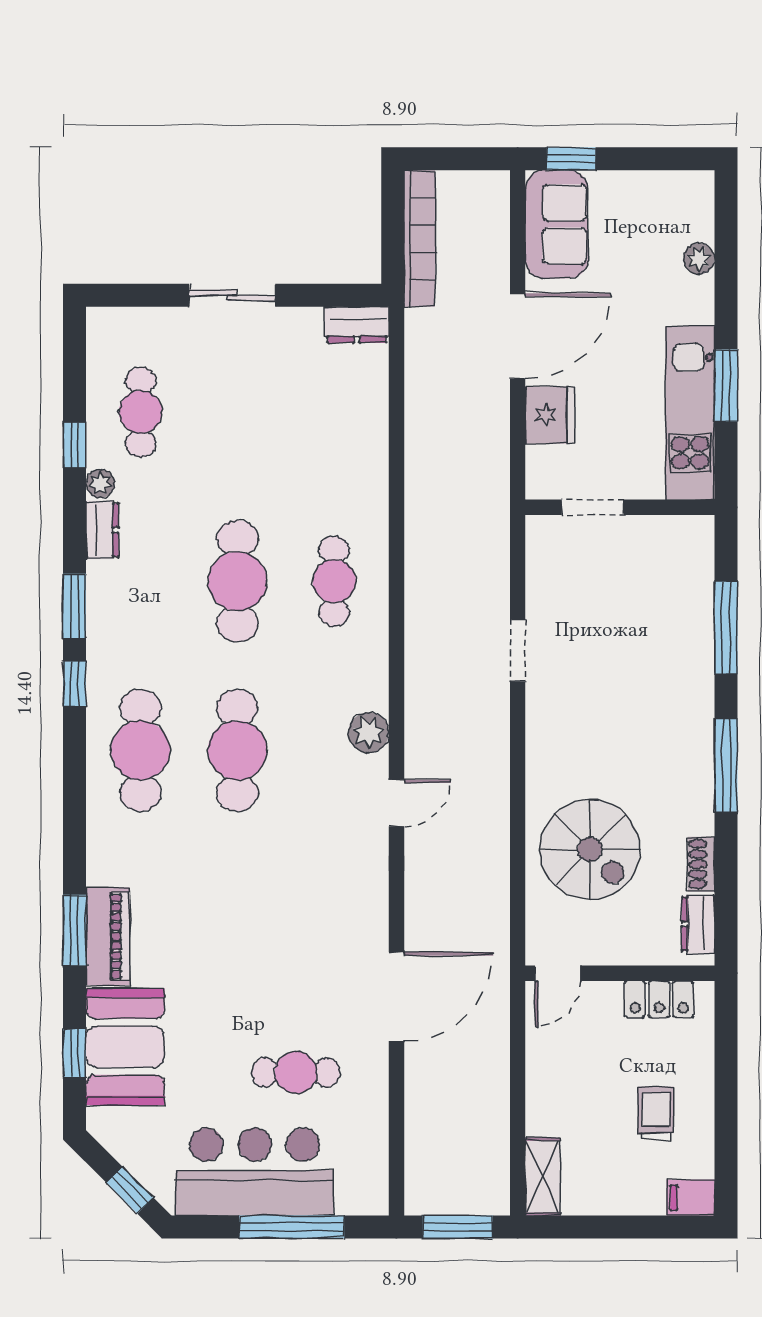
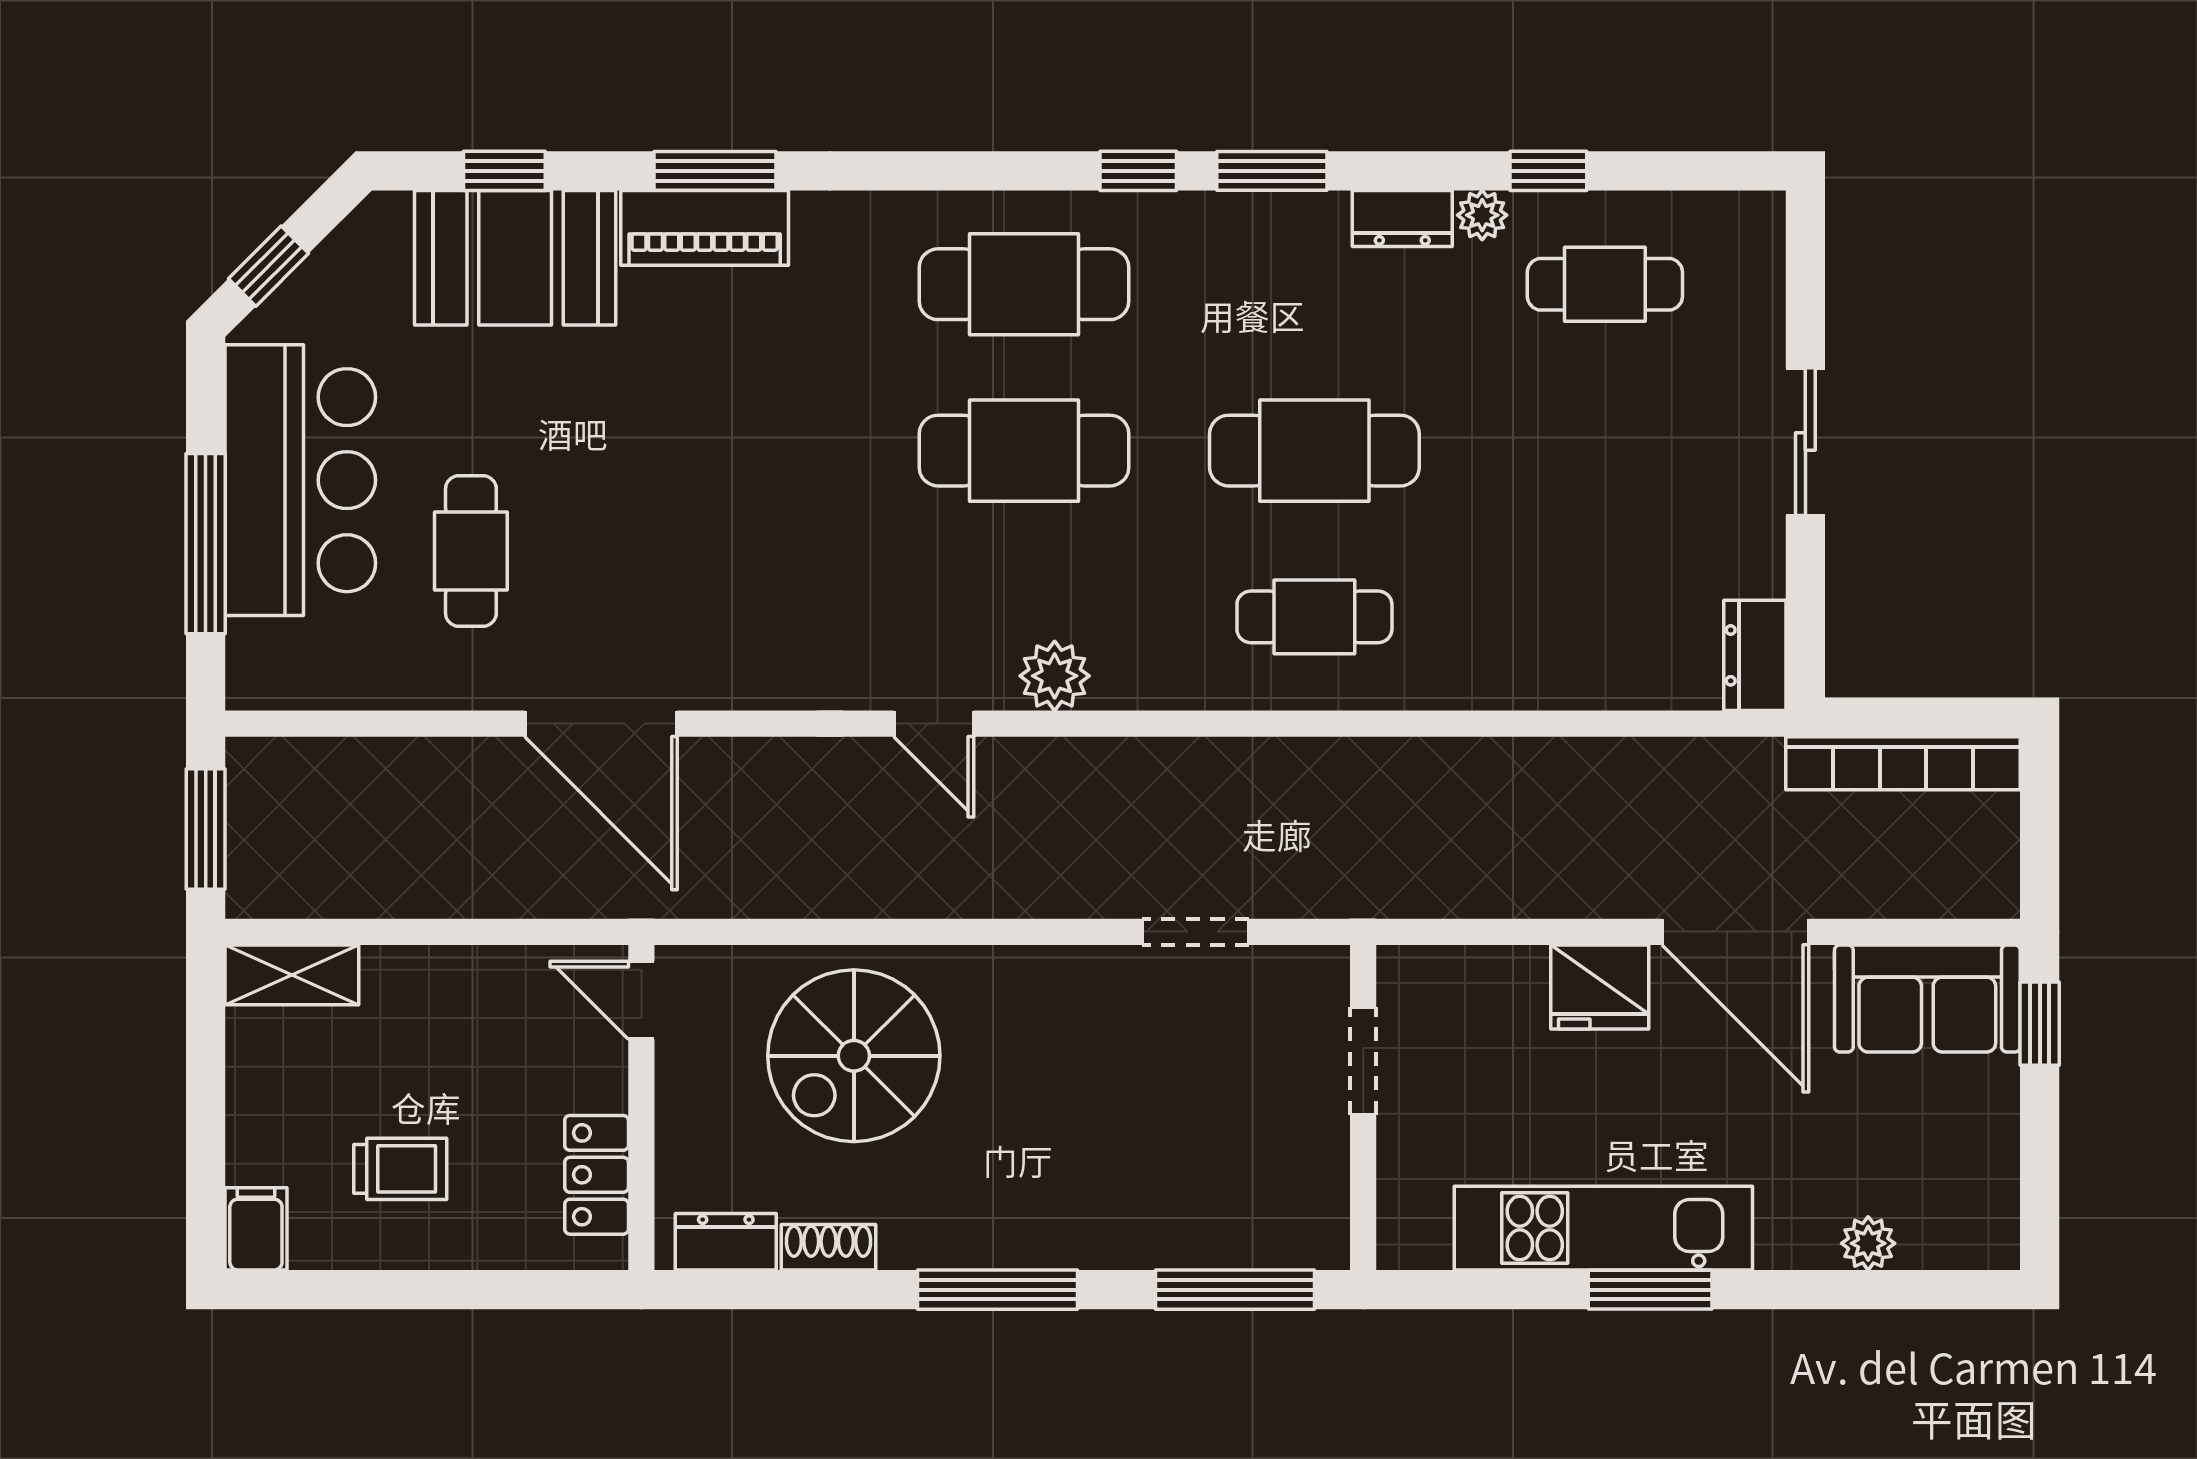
doorway: (593, 507) -> (1363, 1061), moved
wall: (620, 507) -> (1363, 1107), moved

